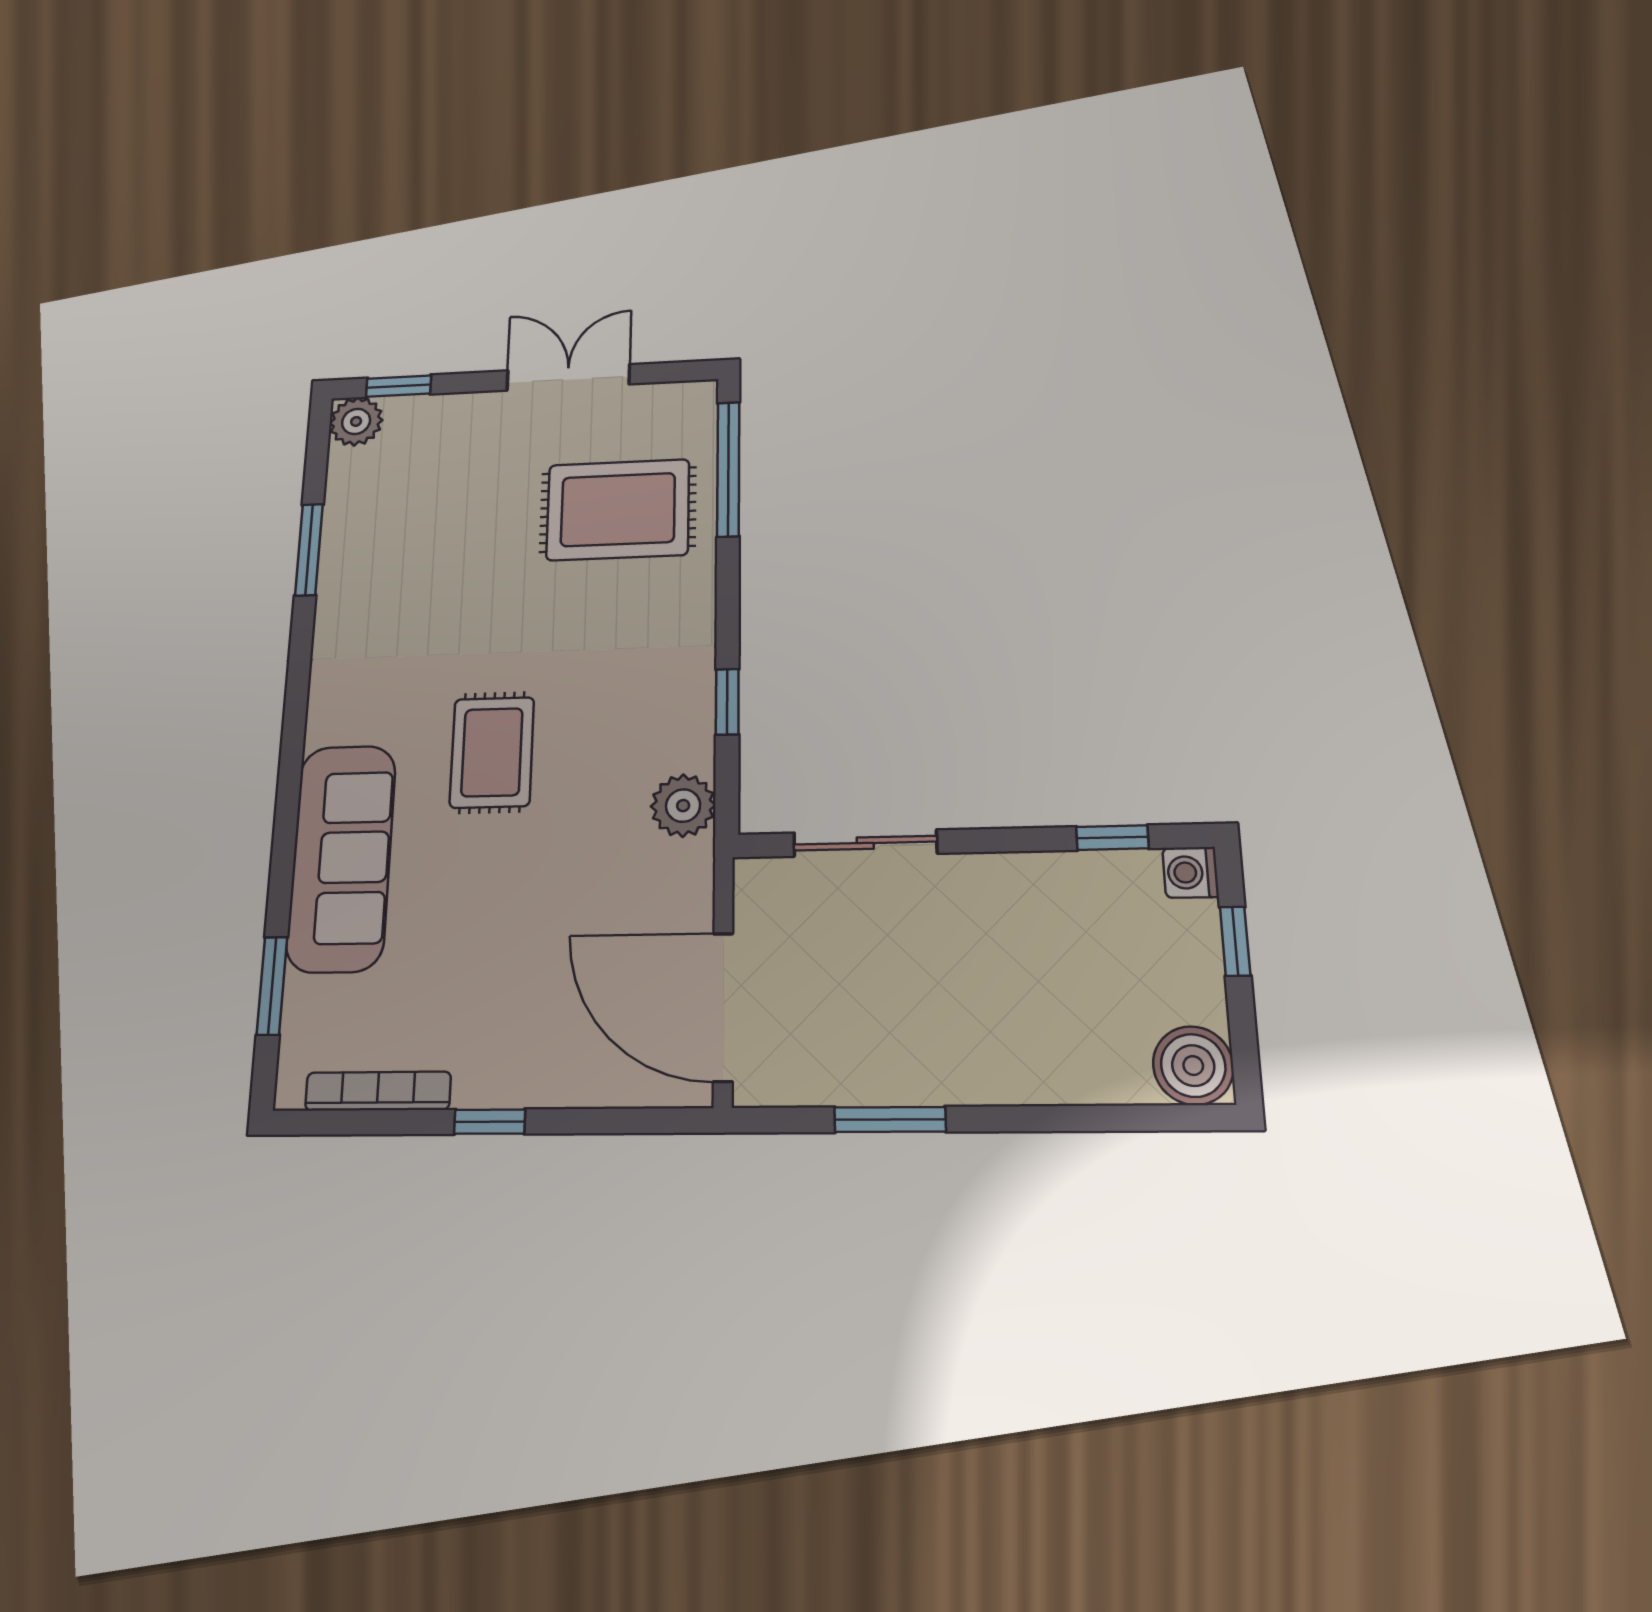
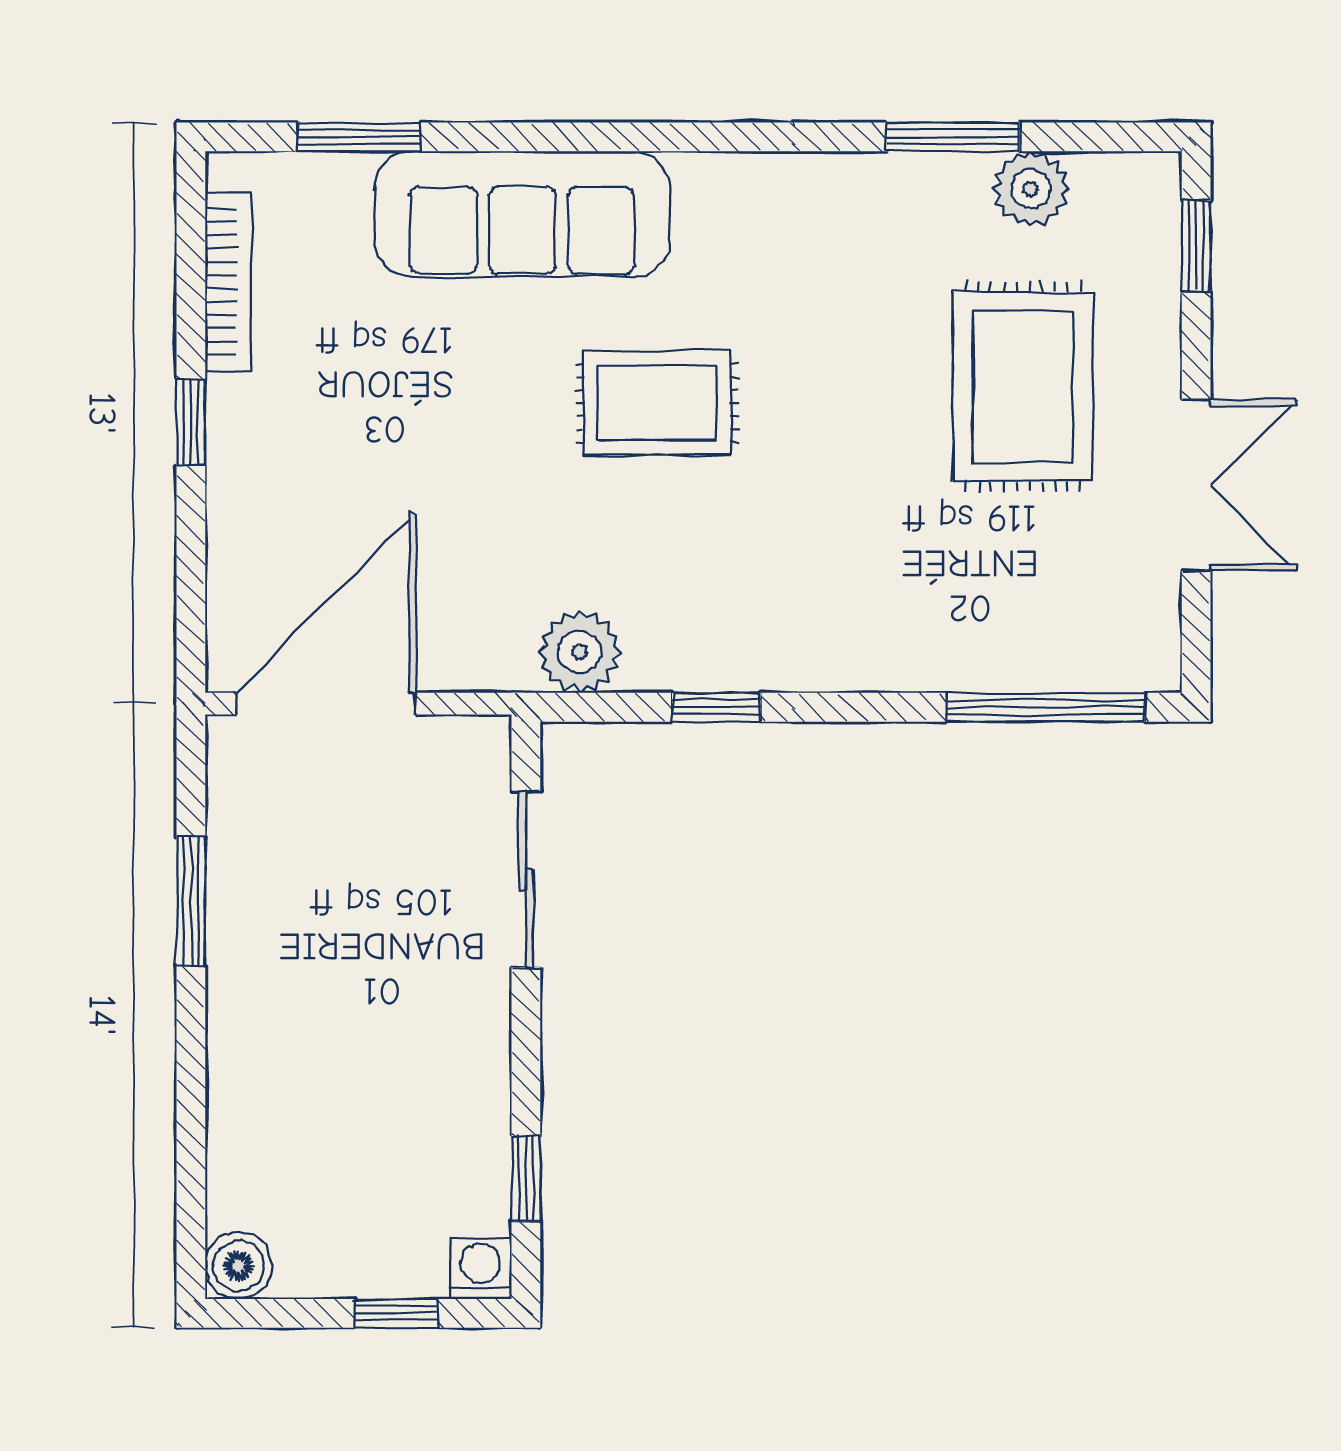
plant: (356, 421) -> (1031, 189), moved
rug: (618, 510) -> (1023, 387), moved
boiler: (1193, 1066) -> (238, 1266), width x0.73, depth x0.73

